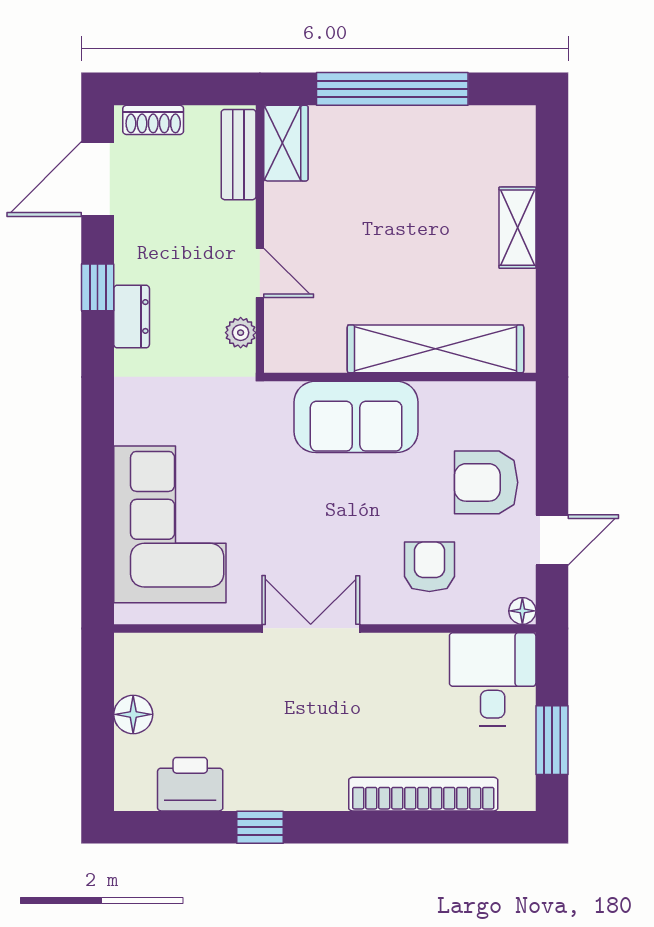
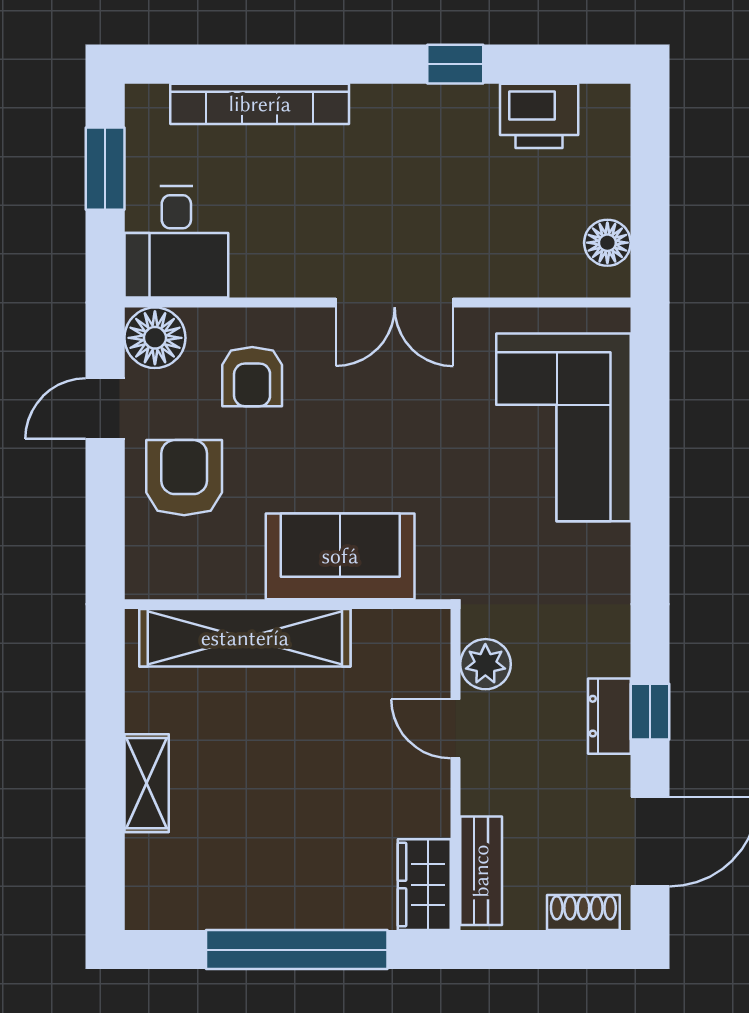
dresser: (132, 317) -> (609, 716), moved
plant: (241, 333) -> (485, 664), width x1.38, depth x1.38
armchair: (486, 482) -> (184, 478), turned -90
floor lamp: (522, 611) -> (155, 338), width x1.89, depth x1.89
floor lamp: (133, 714) -> (607, 243), moved

